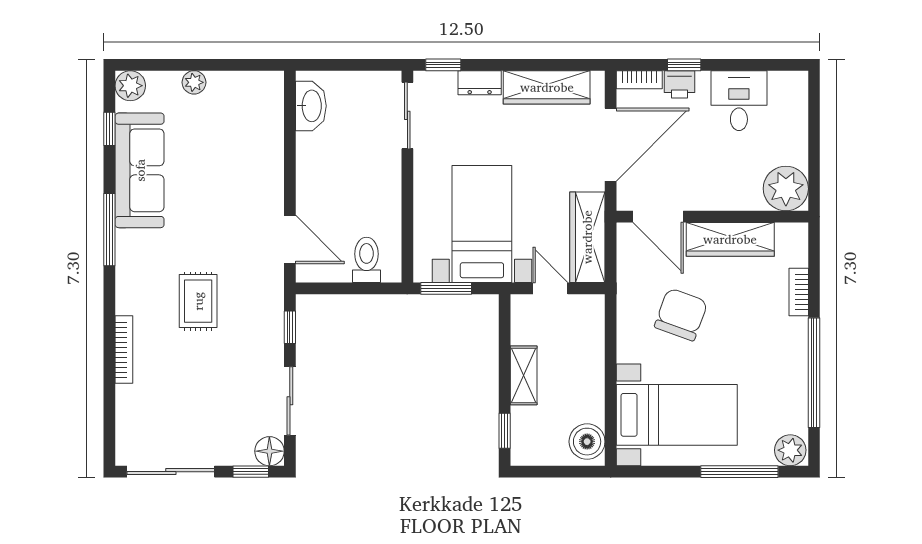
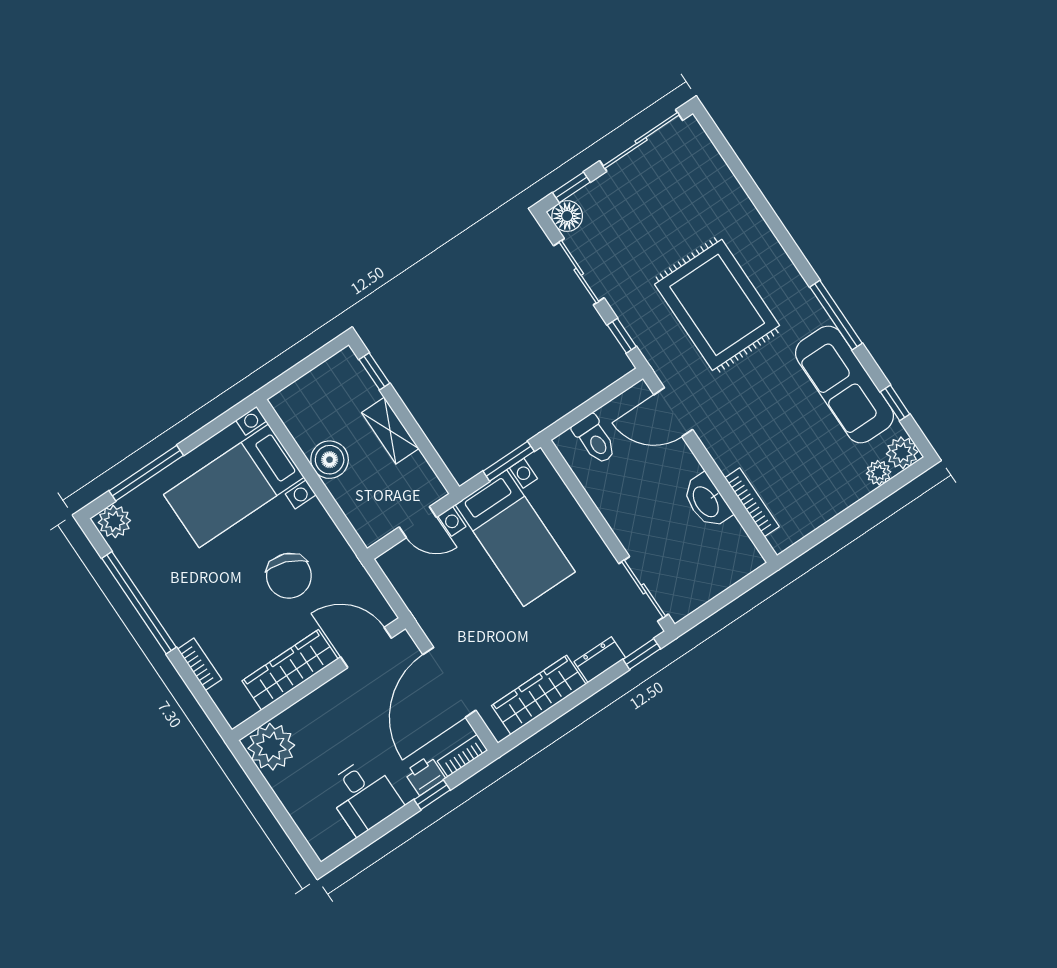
plant: (194, 82) -> (879, 473), moved
washbasin: (311, 106) -> (707, 501), moved
wardrobe: (587, 237) -> (416, 588), removed
rug: (198, 301) -> (717, 305), width x1.86, depth x2.06
bookcase: (124, 350) -> (752, 502), moved, turned 180
boiler: (587, 442) -> (330, 460), moved

